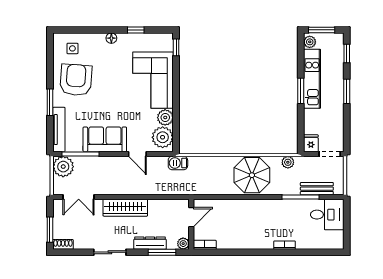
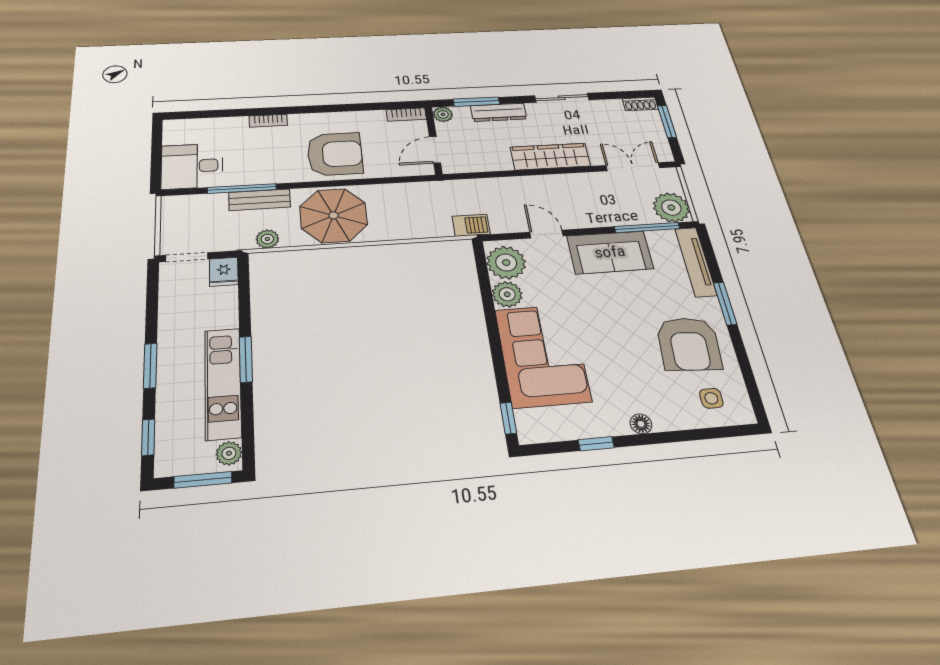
bench: (317, 189) -> (260, 200), moved
armchair: (248, 218) -> (335, 154), added

